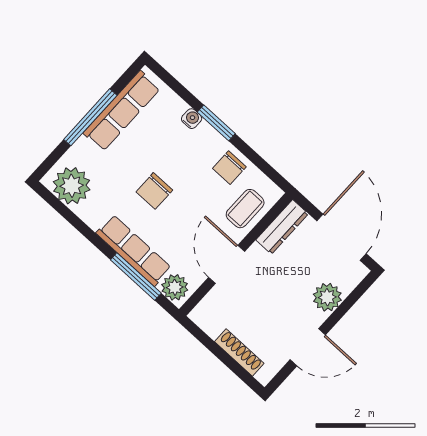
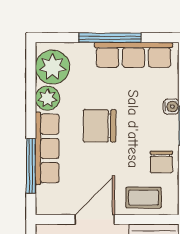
chair: (229, 168) -> (161, 162), turned -90
chair: (154, 191) -> (100, 126), width x1.37, depth x1.37
plant: (175, 287) -> (47, 98), moved

